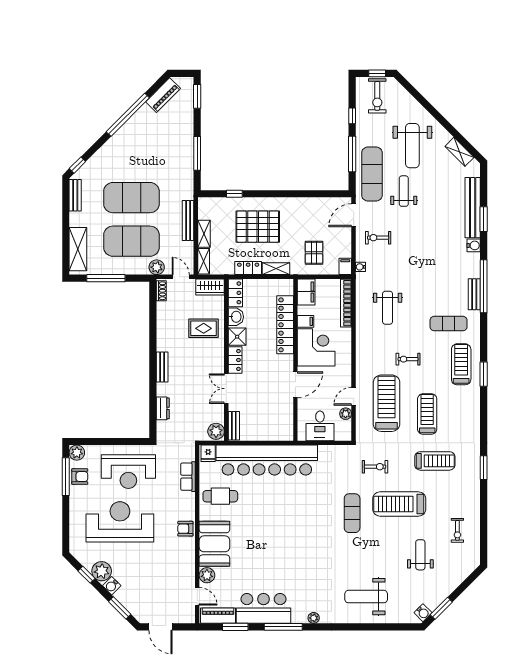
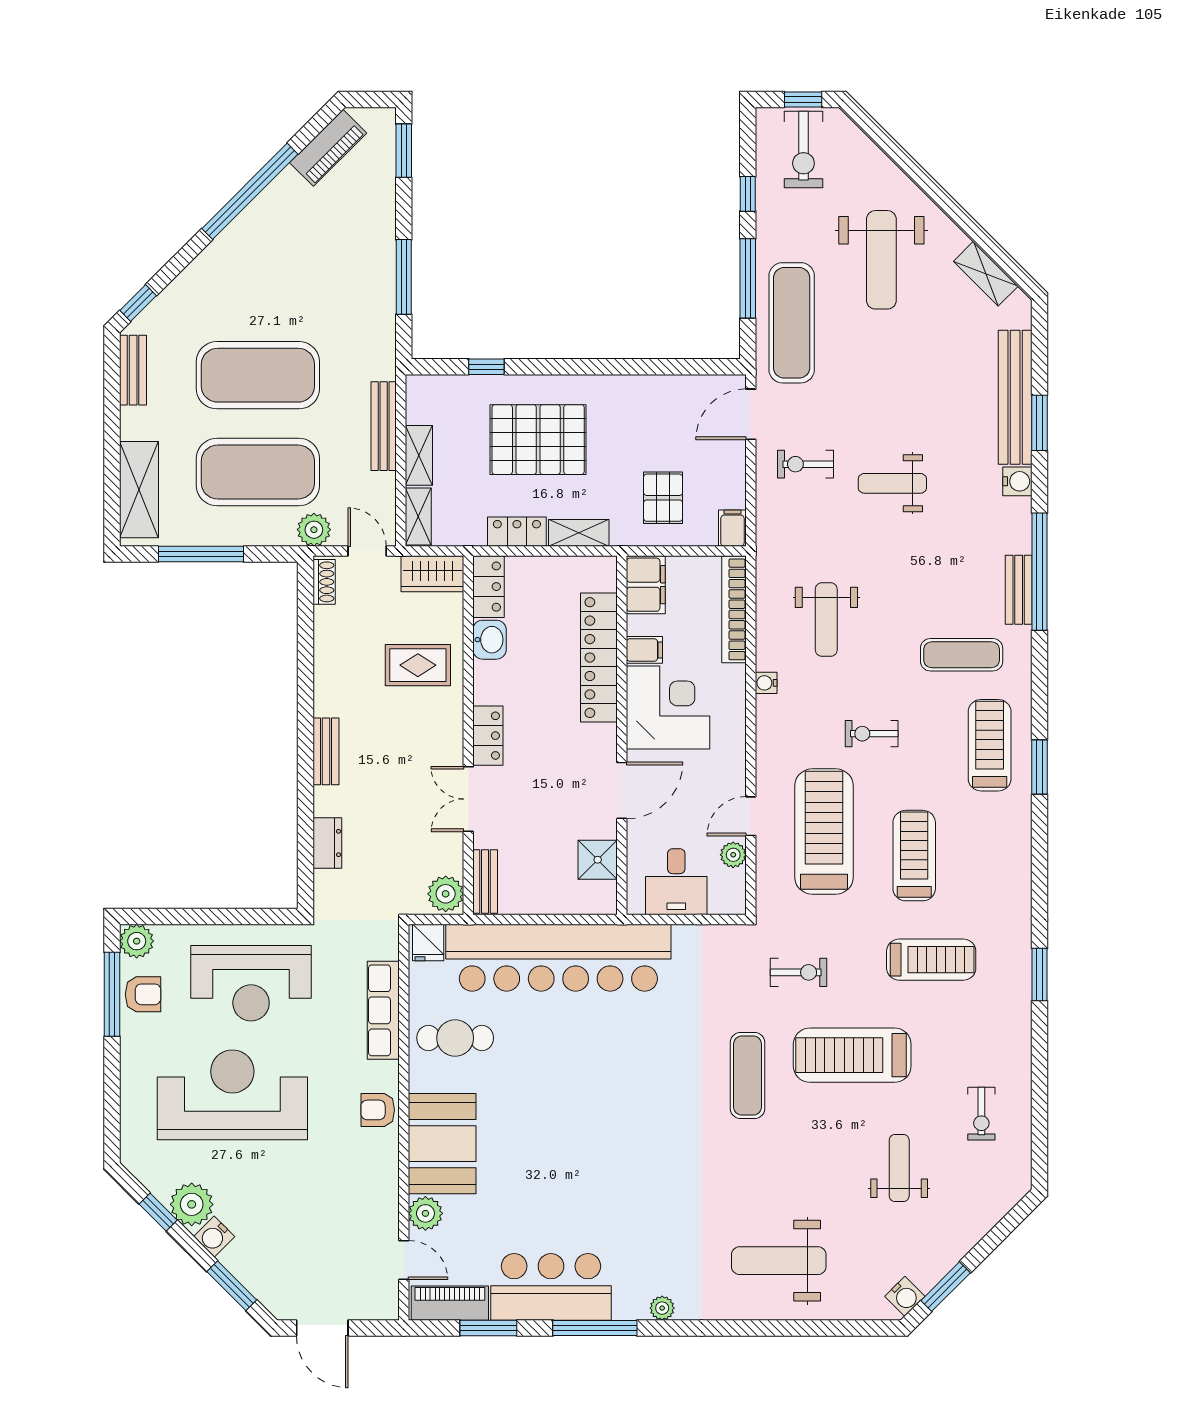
weight bench: (404, 191) -> (892, 483), moved, turned -90
water cooler: (360, 267) -> (766, 683), moved
shower: (237, 337) -> (598, 860), moved
row of seats: (188, 477) -> (383, 1010), width x1.48

